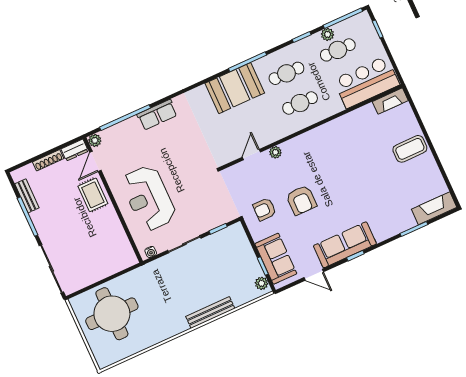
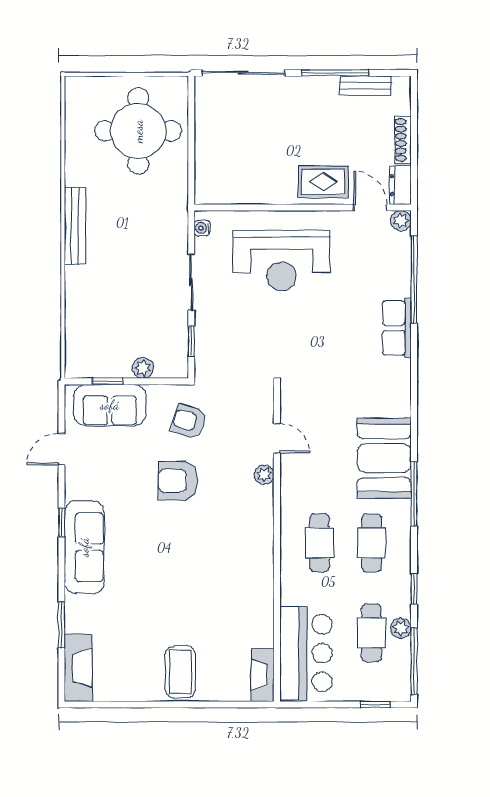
reception desk: (149, 198) -> (281, 260), turned 180
armchair: (265, 209) -> (189, 421), turned -73
sofa: (345, 245) -> (84, 547), moved
plant: (262, 283) -> (143, 368), moved
bench: (210, 312) -> (75, 226), moved

